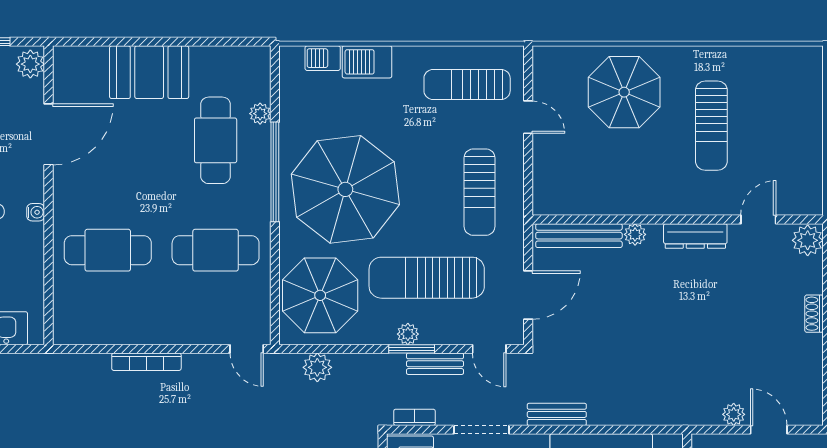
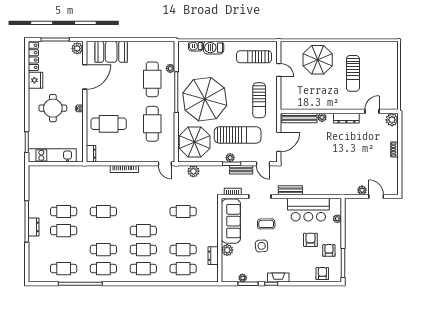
booth: (149, 72) -> (111, 52), moved
cafe table: (216, 250) -> (152, 124), turned 90
sun lounger: (427, 278) -> (238, 135), turned 180
dresser: (64, 324) -> (91, 154), added

